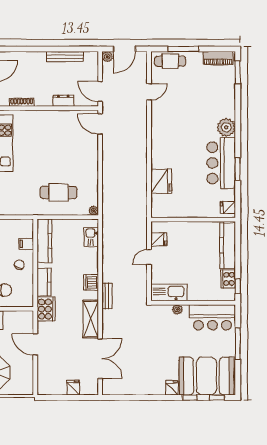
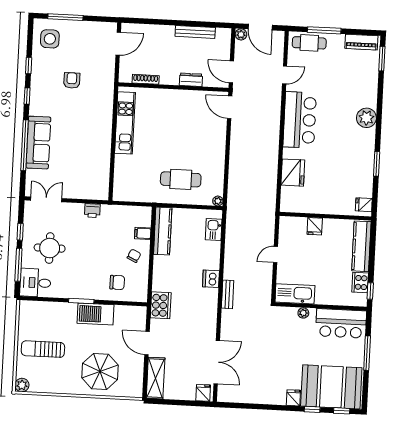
door: (124, 49) -> (260, 27), hinge flipped
bar counter: (221, 163) -> (300, 120), moved, turned 180
fridge: (159, 240) -> (315, 226), moved, turned 90
kitchen counter: (44, 282) -> (160, 276), removed
shelving: (91, 319) -> (156, 378), moved
fridge: (73, 388) -> (203, 393), moved

